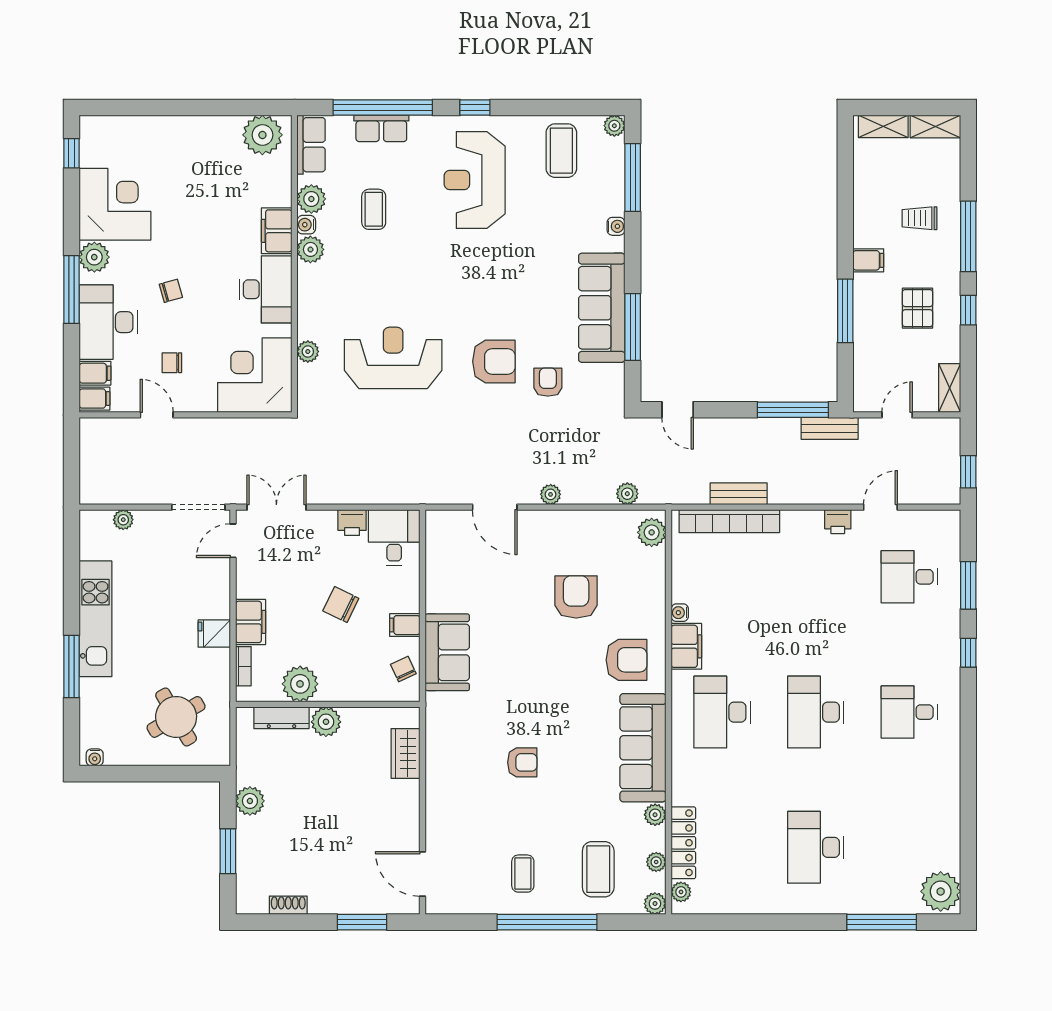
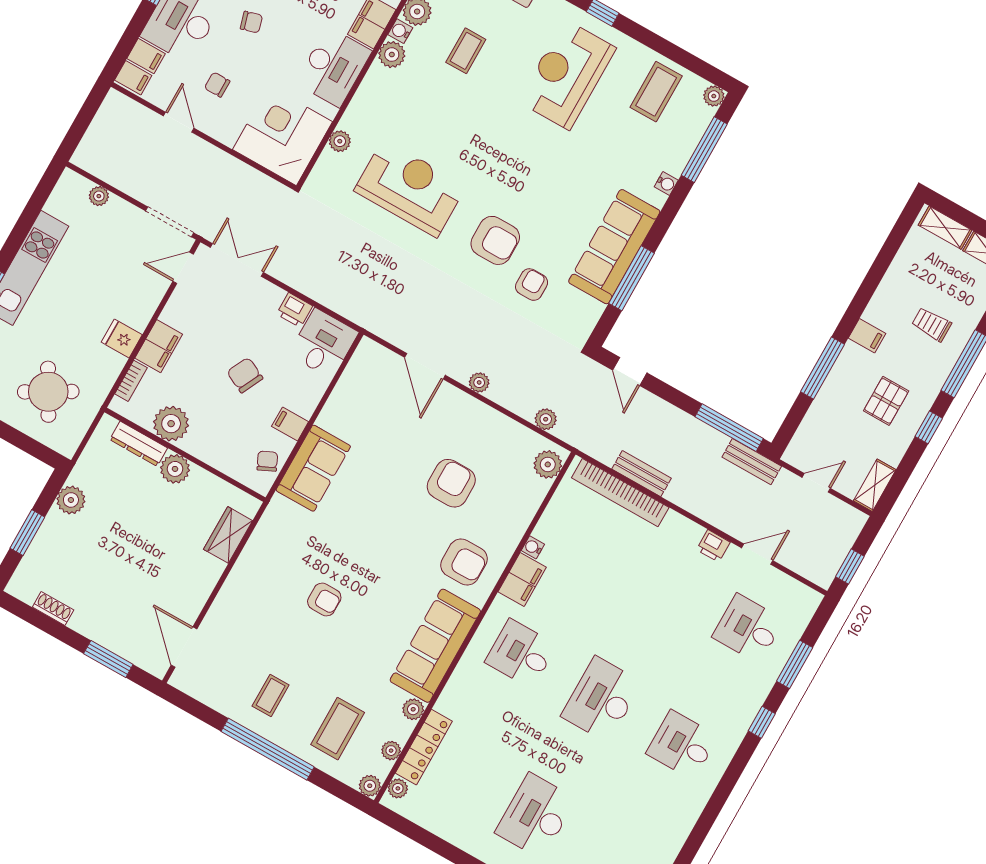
desk: (722, 712) -> (521, 654), width x0.73

